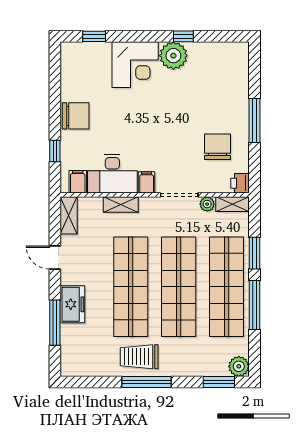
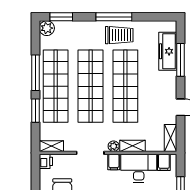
plant: (207, 204) -> (114, 146), moved
freezer: (72, 304) -> (168, 51), moved, width x1.40

